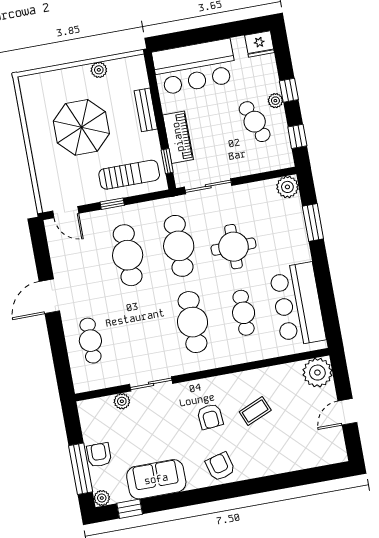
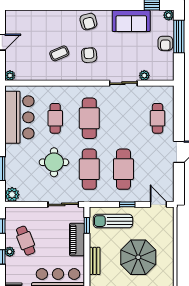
plant: (317, 373) -> (10, 75), width x0.53, depth x0.53

